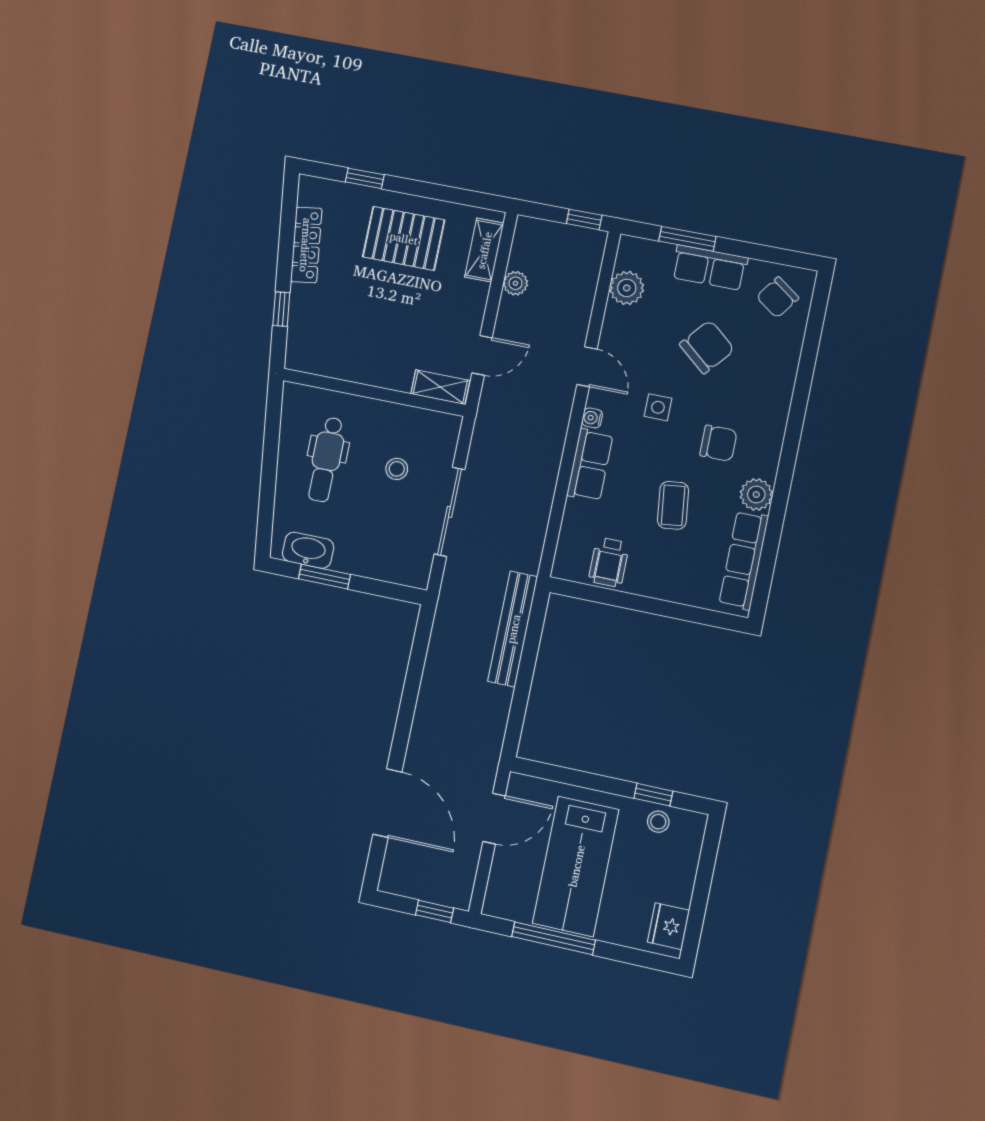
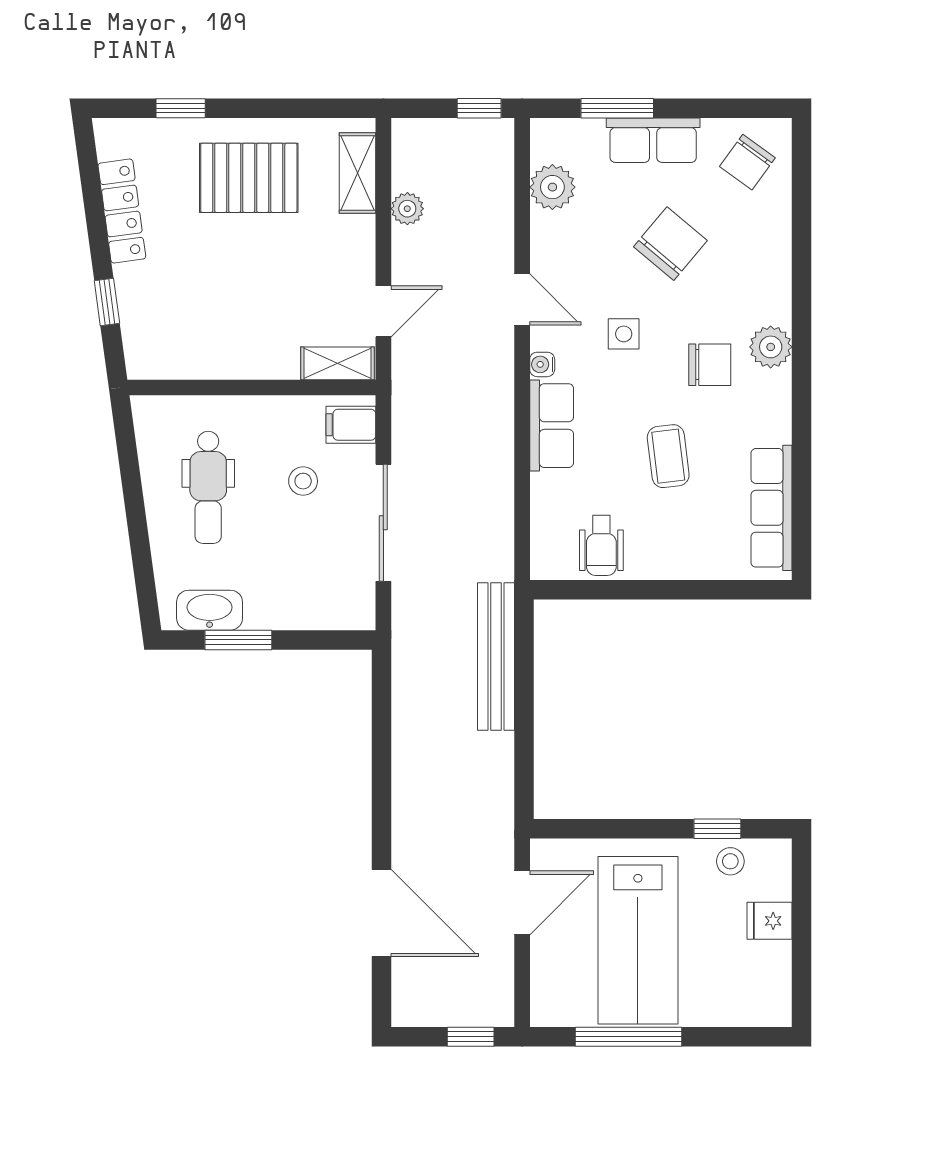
filing cabinet: (441, 434) -> (351, 425), added
plant: (756, 494) -> (771, 347), moved
fridge: (668, 926) -> (770, 921), moved, width x0.72

